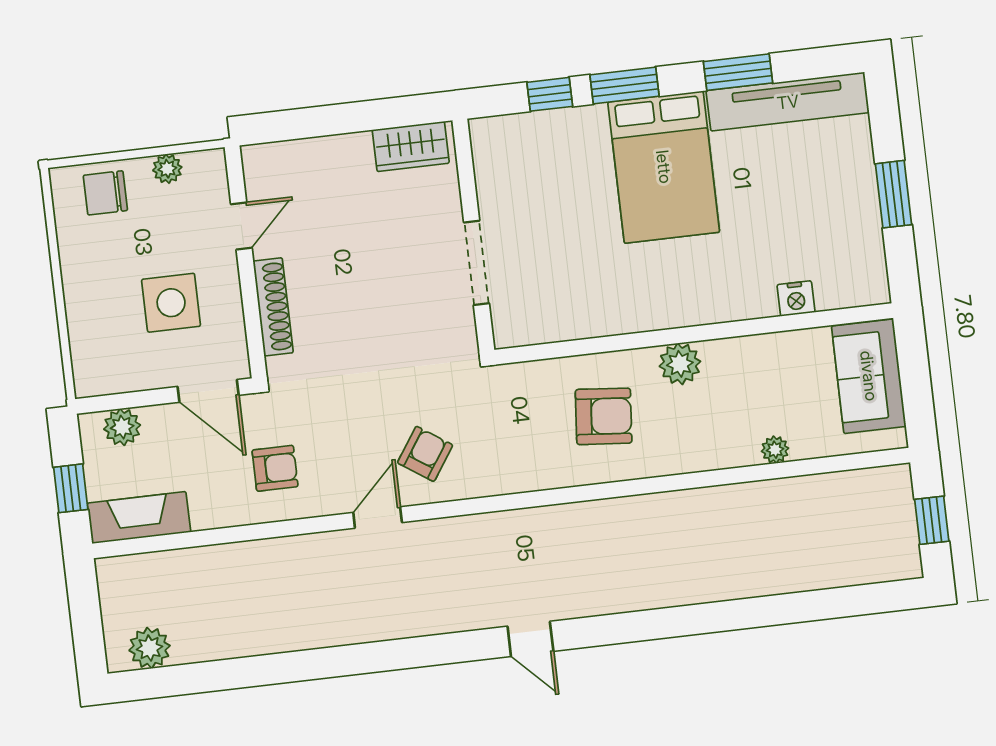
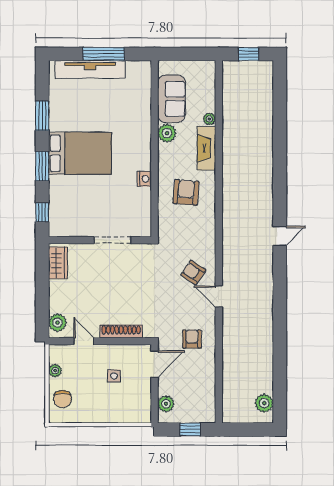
window: (550, 94) -> (42, 212), moved
tv unit: (788, 102) -> (90, 69), moved, turned 90
plant: (276, 161) -> (58, 323), added
window: (893, 194) -> (104, 54), width x1.44
nightstand: (796, 298) -> (144, 179), moved
side table: (171, 303) -> (114, 376), width x0.54, depth x0.54
plant: (680, 364) -> (167, 133), moved
sofa: (869, 376) -> (172, 99), moved, turned -90
fireplace: (139, 518) -> (206, 148), moved

